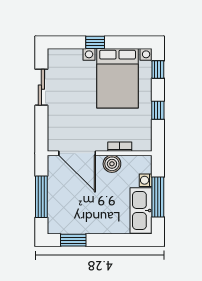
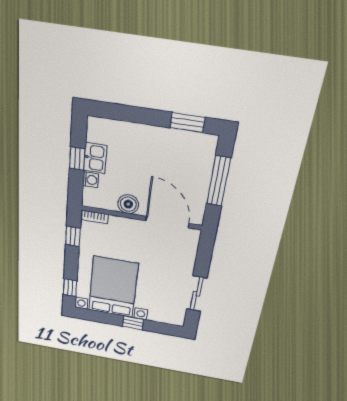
window: (158, 110) -> (73, 236), moved
bookcase: (120, 147) -> (94, 217), moved
window: (158, 197) -> (77, 159), width x0.46
kitchen sink: (141, 211) -> (95, 158), width x0.53, depth x0.81

